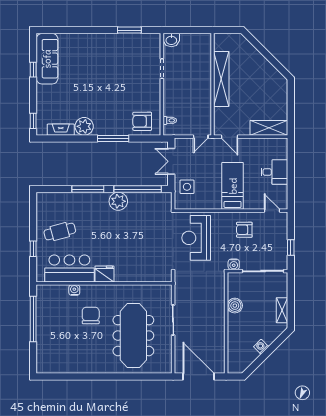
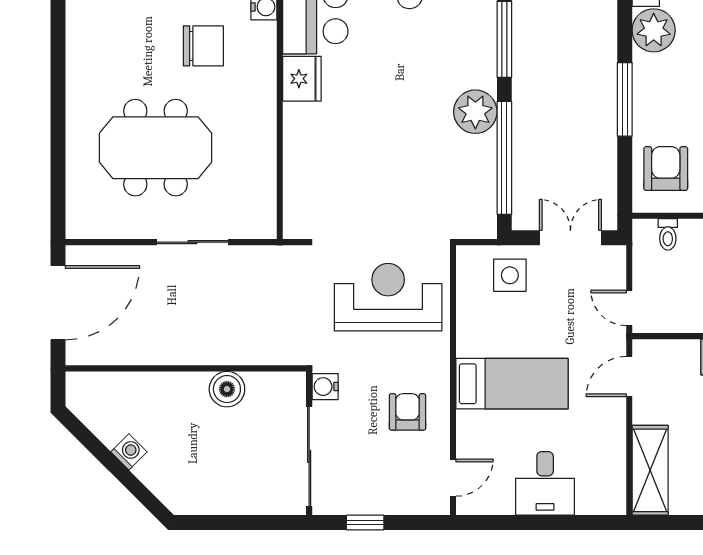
shelving: (282, 310) -> (216, 502), removed
meeting table: (133, 336) -> (155, 148), width x0.73

